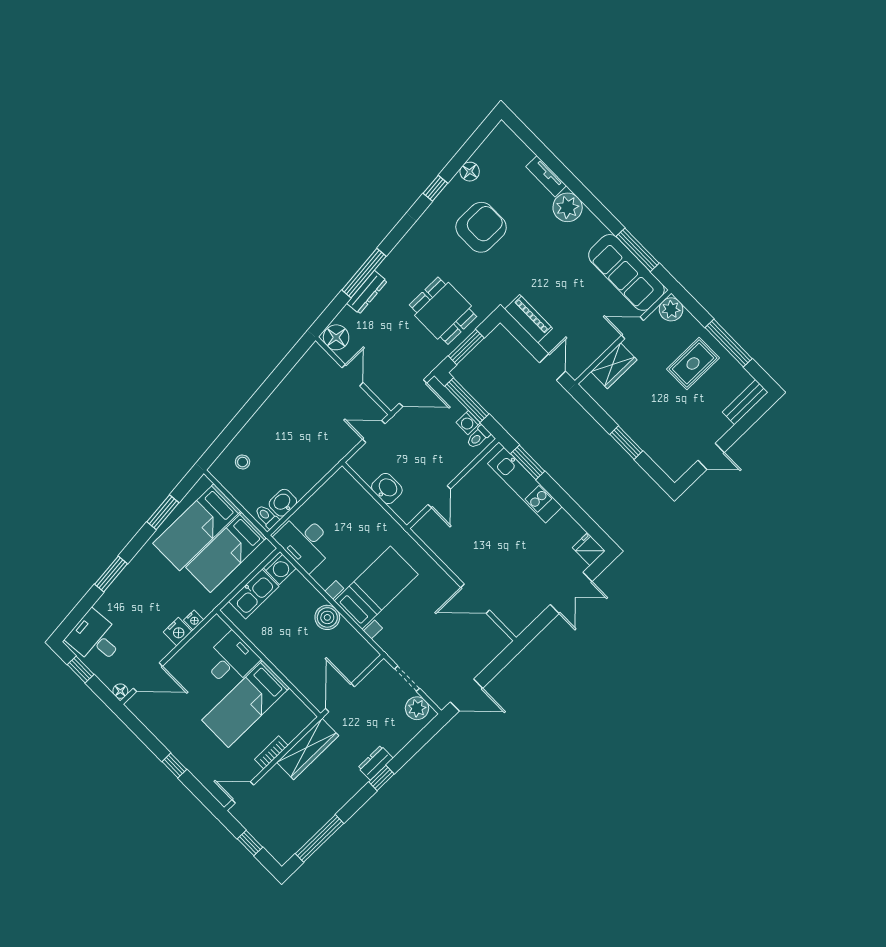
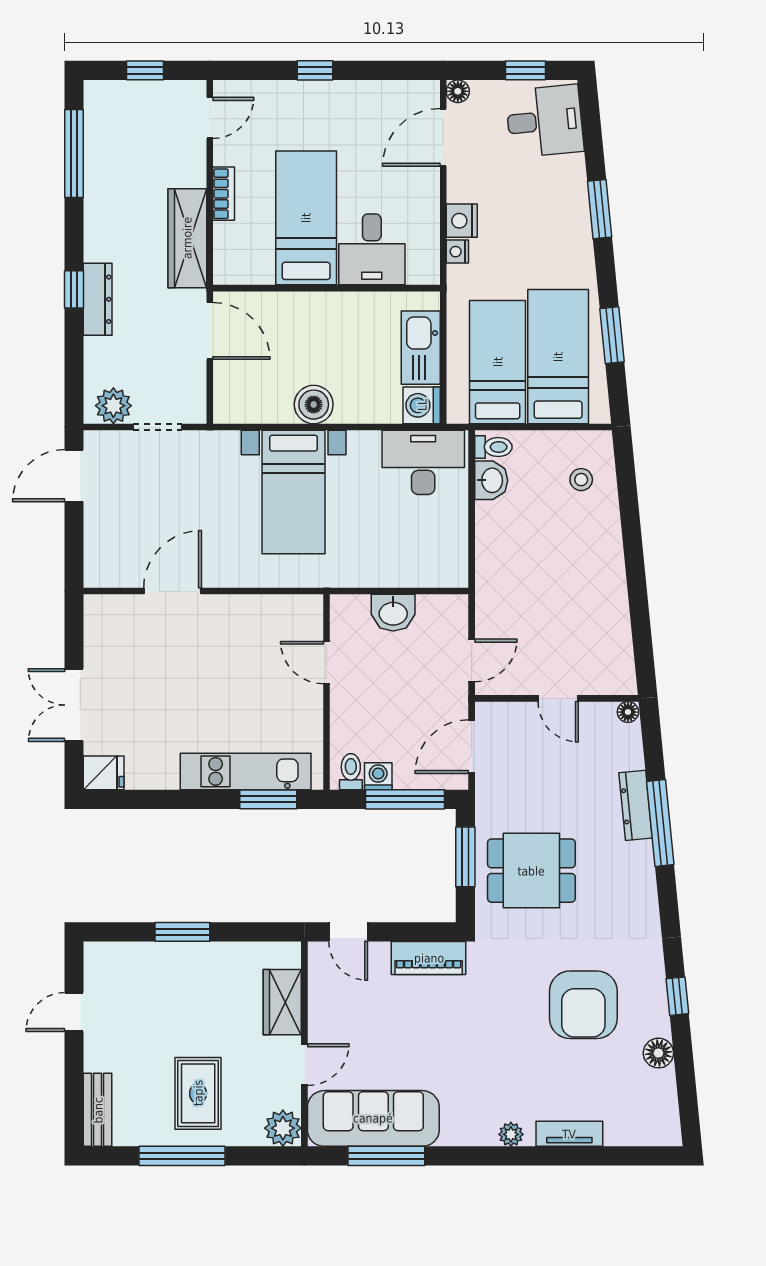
plant: (568, 207) -> (511, 1134), width x0.53, depth x0.53
floor lamp: (336, 337) -> (628, 712), width x0.53, depth x0.53
dresser: (375, 763) -> (98, 299), width x1.44

